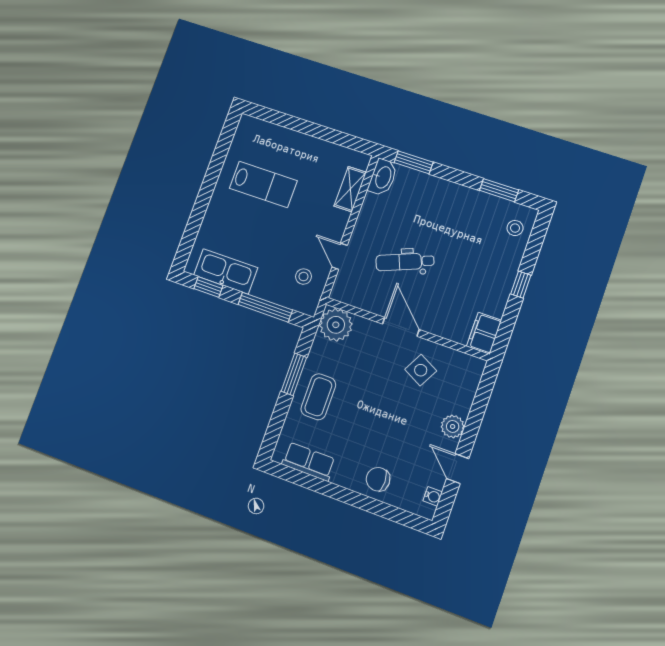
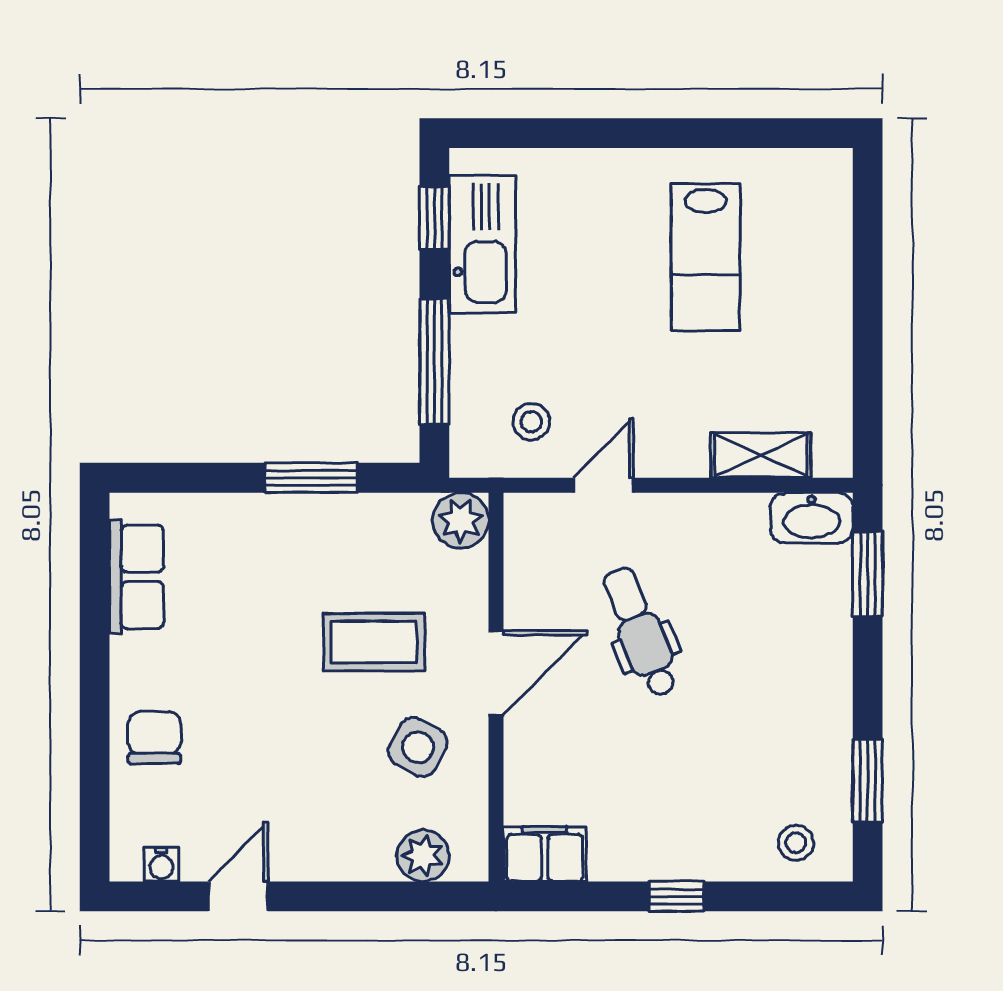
plant: (336, 325) -> (461, 520), width x0.73, depth x0.73
coffee table: (318, 397) -> (374, 642), moved
plant: (453, 426) -> (423, 856), moved

